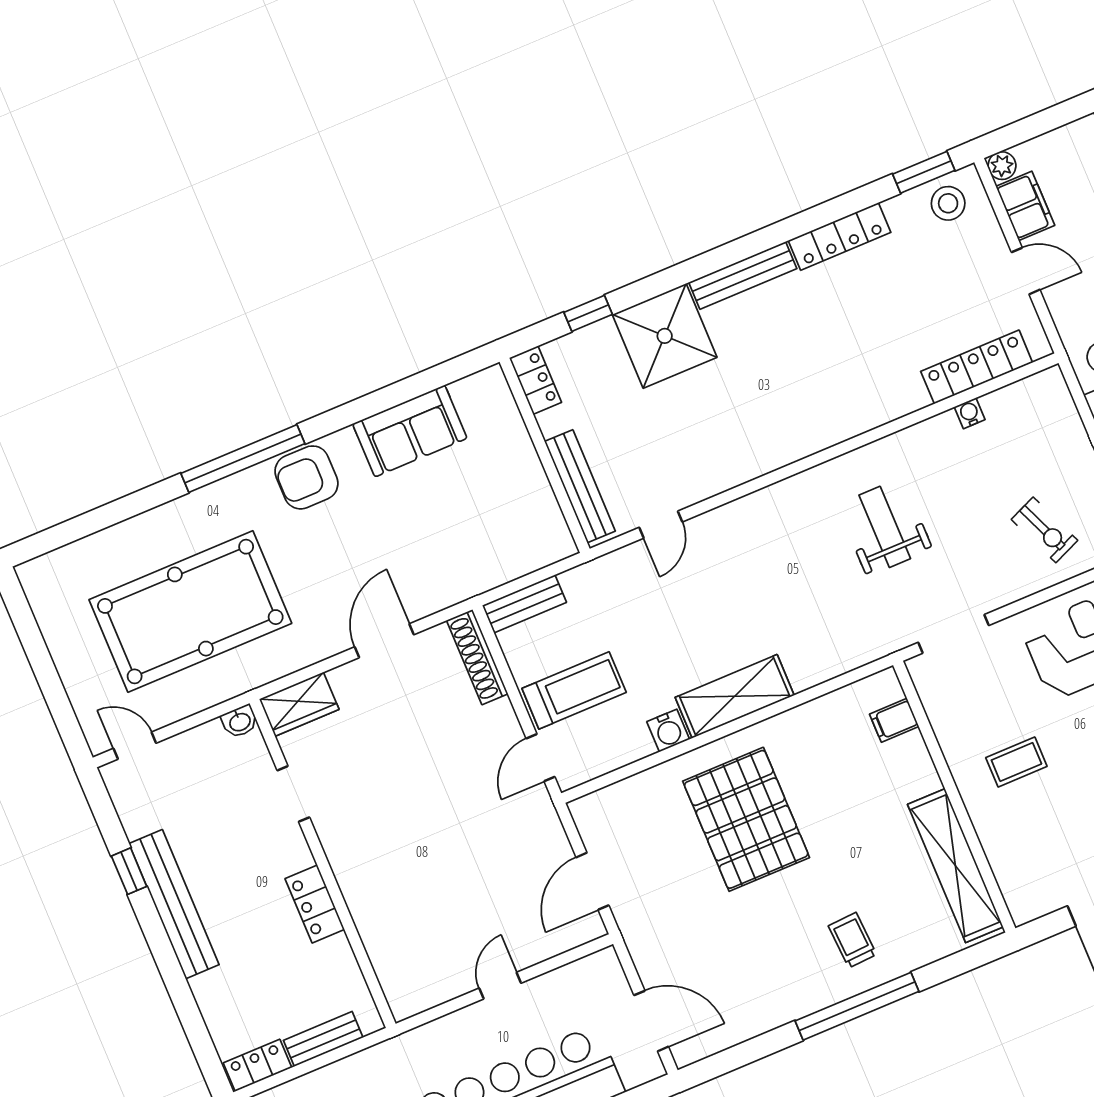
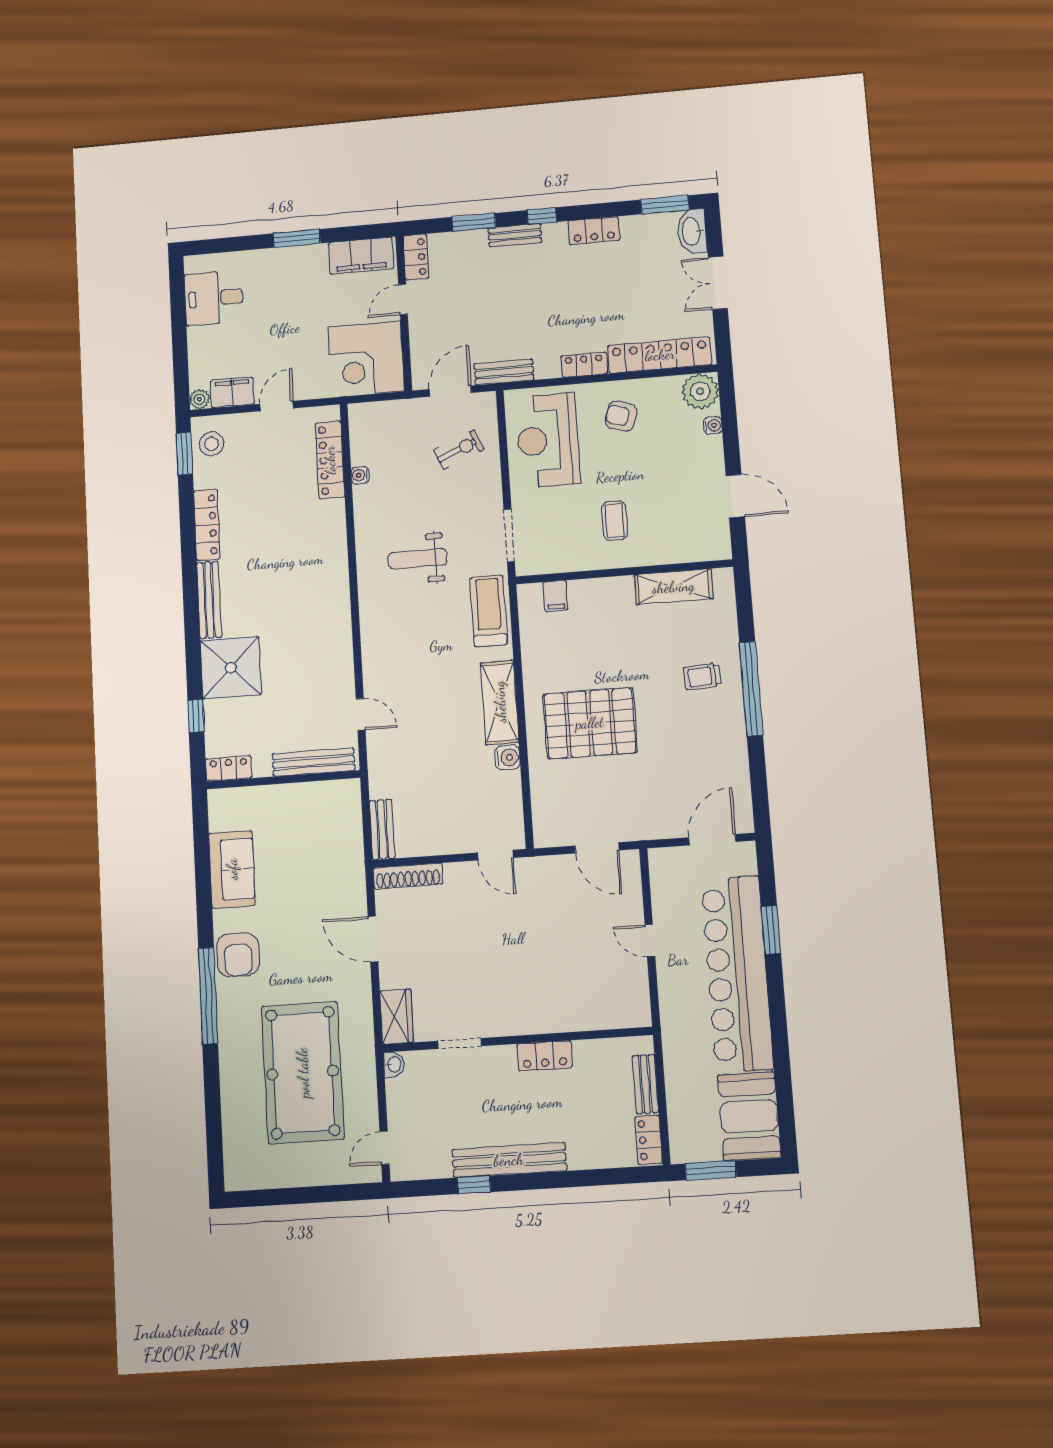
treadmill: (574, 690) -> (489, 611), moved
shelving: (955, 866) -> (673, 587), width x0.68

